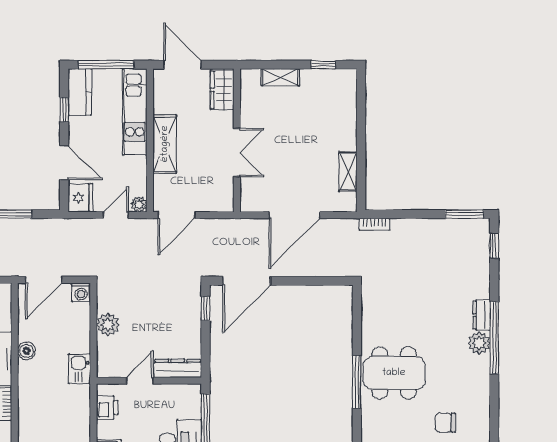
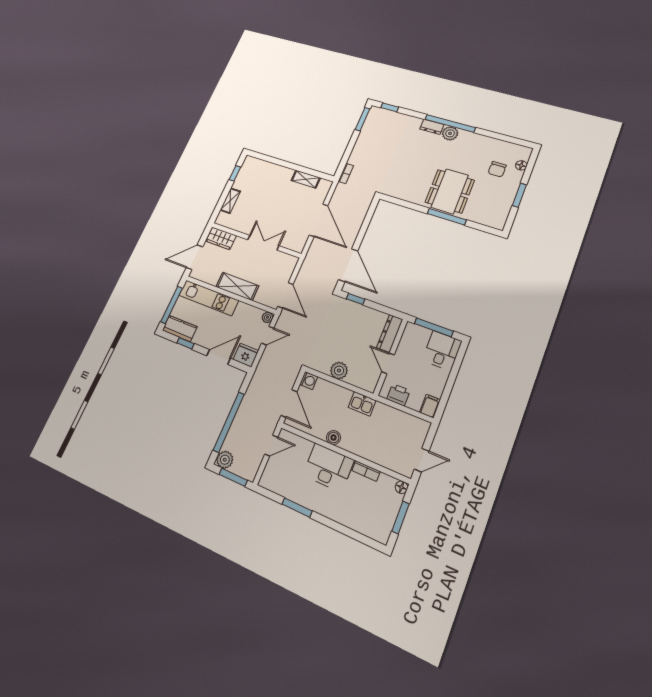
door: (116, 215) -> (268, 336), swing flipped

